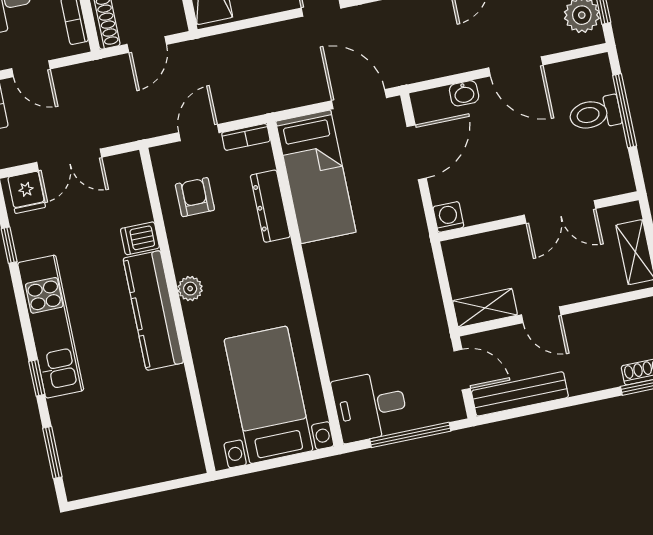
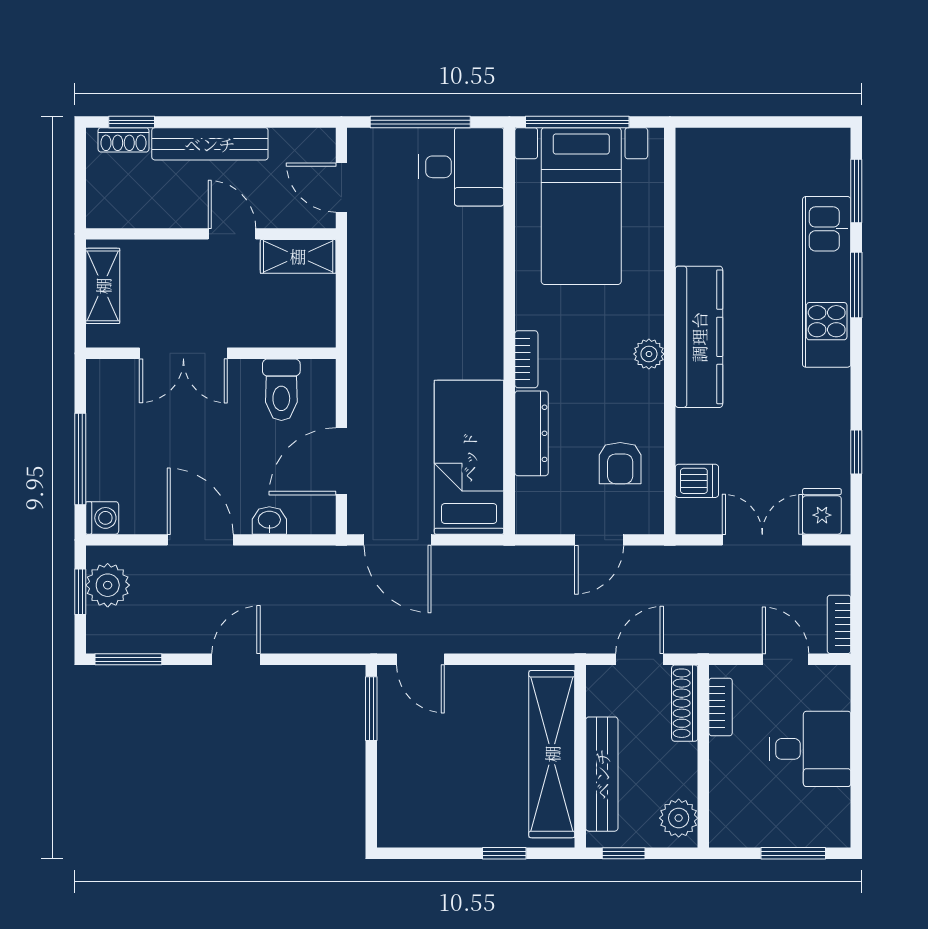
toilet: (595, 114) -> (281, 390), moved, turned 90
bookcase: (246, 137) -> (526, 359), moved, turned 90
double door: (560, 212) -> (183, 353), swing flipped
washing machine: (448, 217) -> (102, 518), moved, turned -90
dishwasher: (140, 238) -> (697, 481), moved
kitchen unit: (51, 327) -> (827, 282), moved
window: (37, 378) -> (856, 285), width x1.50
bench: (520, 394) -> (210, 144), moved
window: (286, 461) -> (577, 122), added

